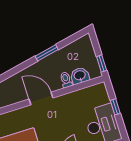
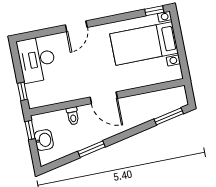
washbasin: (80, 76) -> (44, 140), moved, turned -90
window: (115, 107) -> (22, 91), moved

